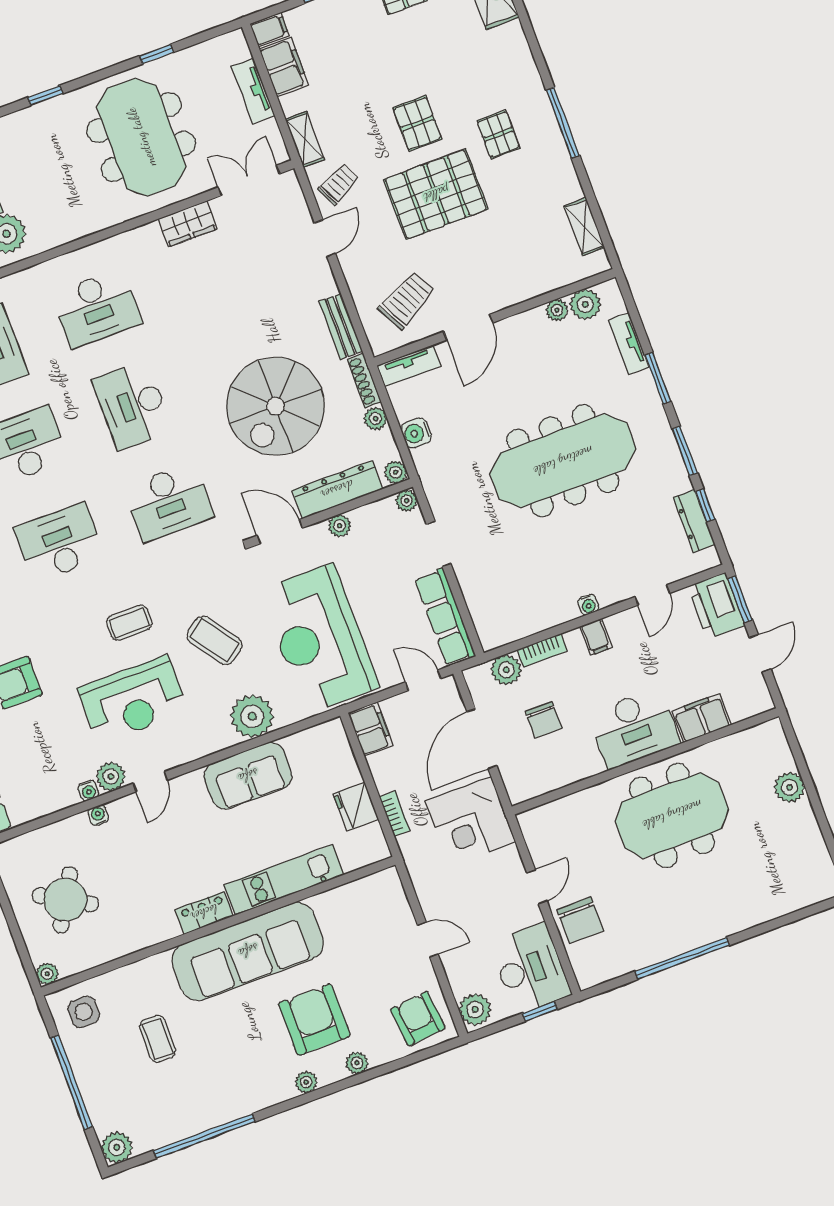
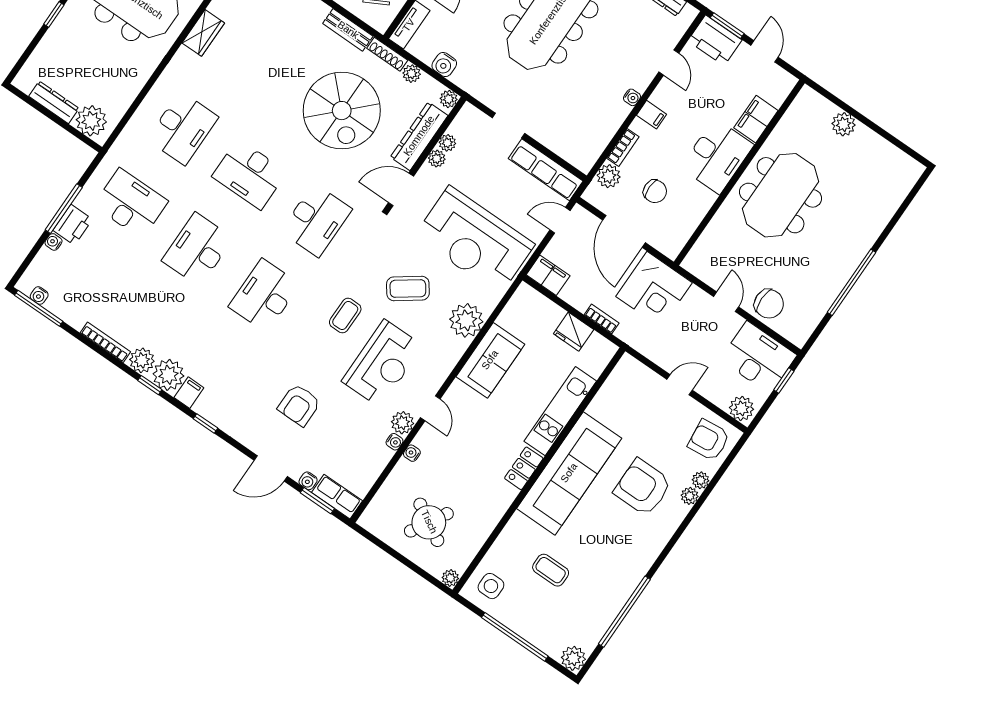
plant: (407, 501) -> (447, 143), moved
plant: (306, 1082) -> (701, 480), moved

